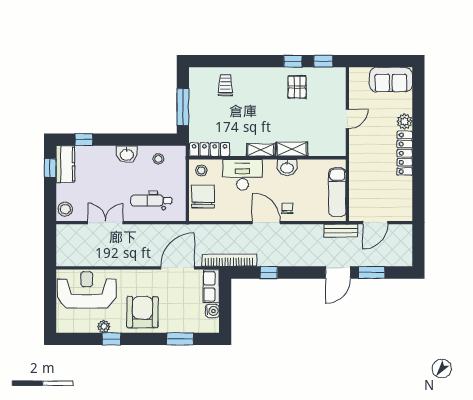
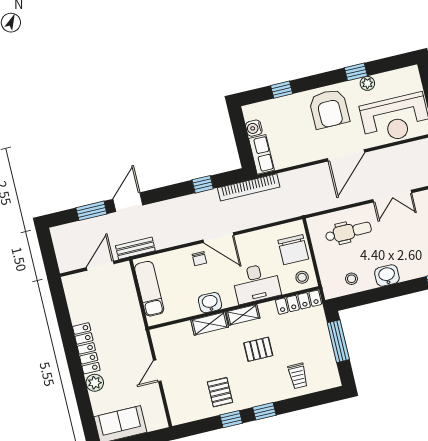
window: (323, 61) -> (264, 411), moved
pallet: (255, 117) -> (258, 349), added
door: (178, 268) -> (346, 155), moved
window: (180, 339) -> (282, 90), width x0.67

